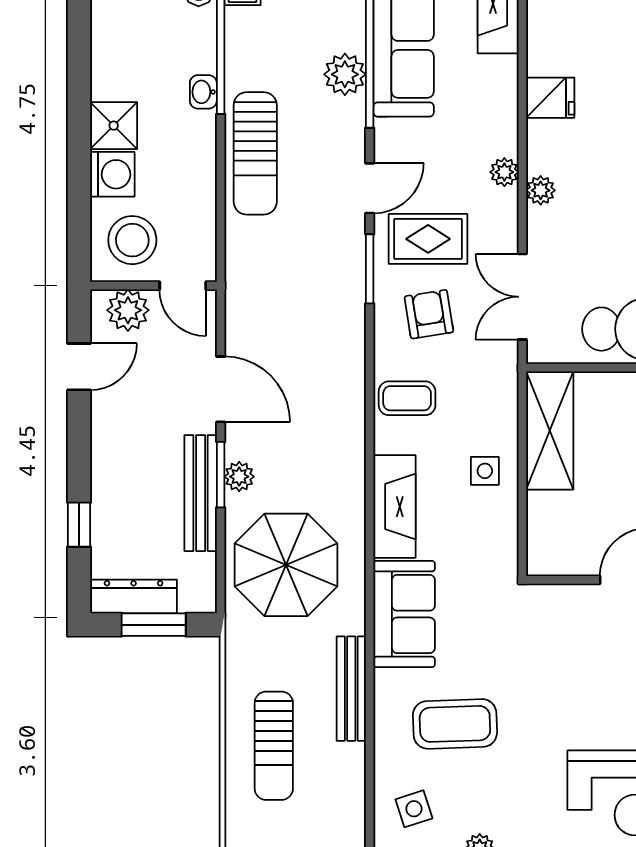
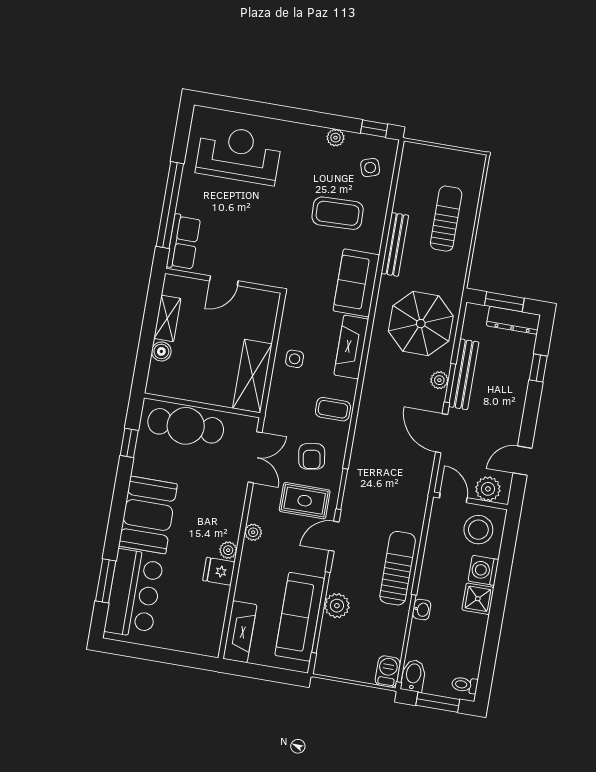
plant: (541, 190) -> (228, 550), moved

